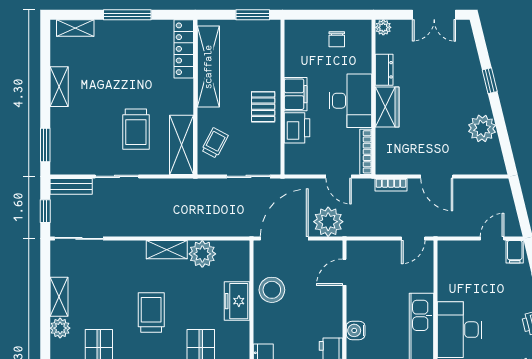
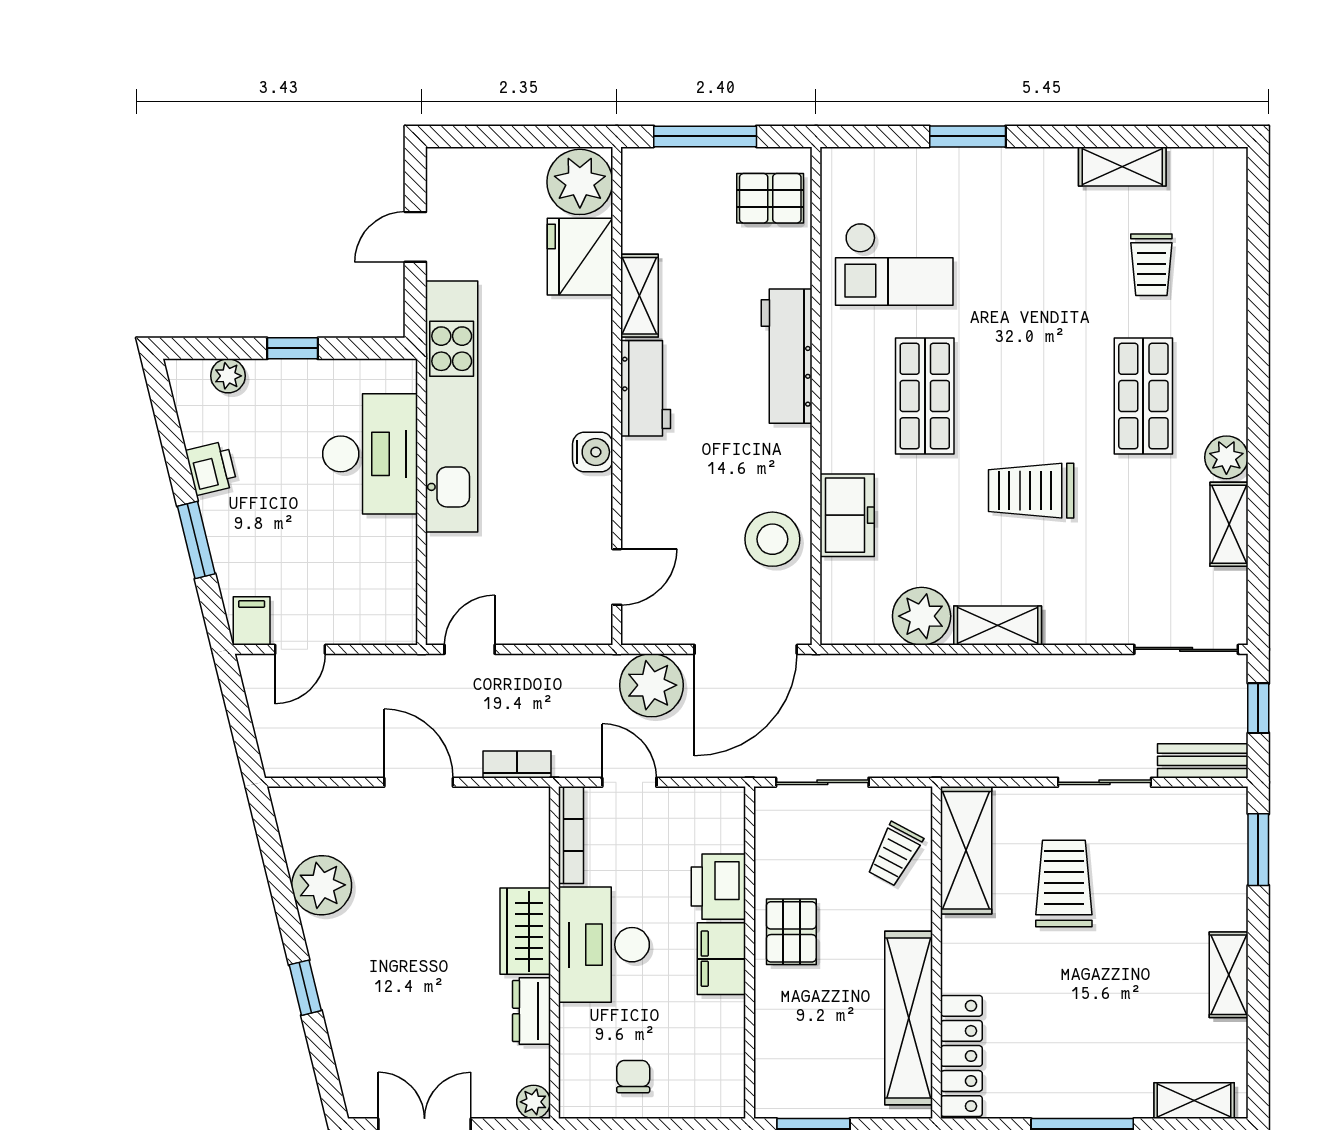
trolley: (151, 312) -> (1031, 491), turned 90

